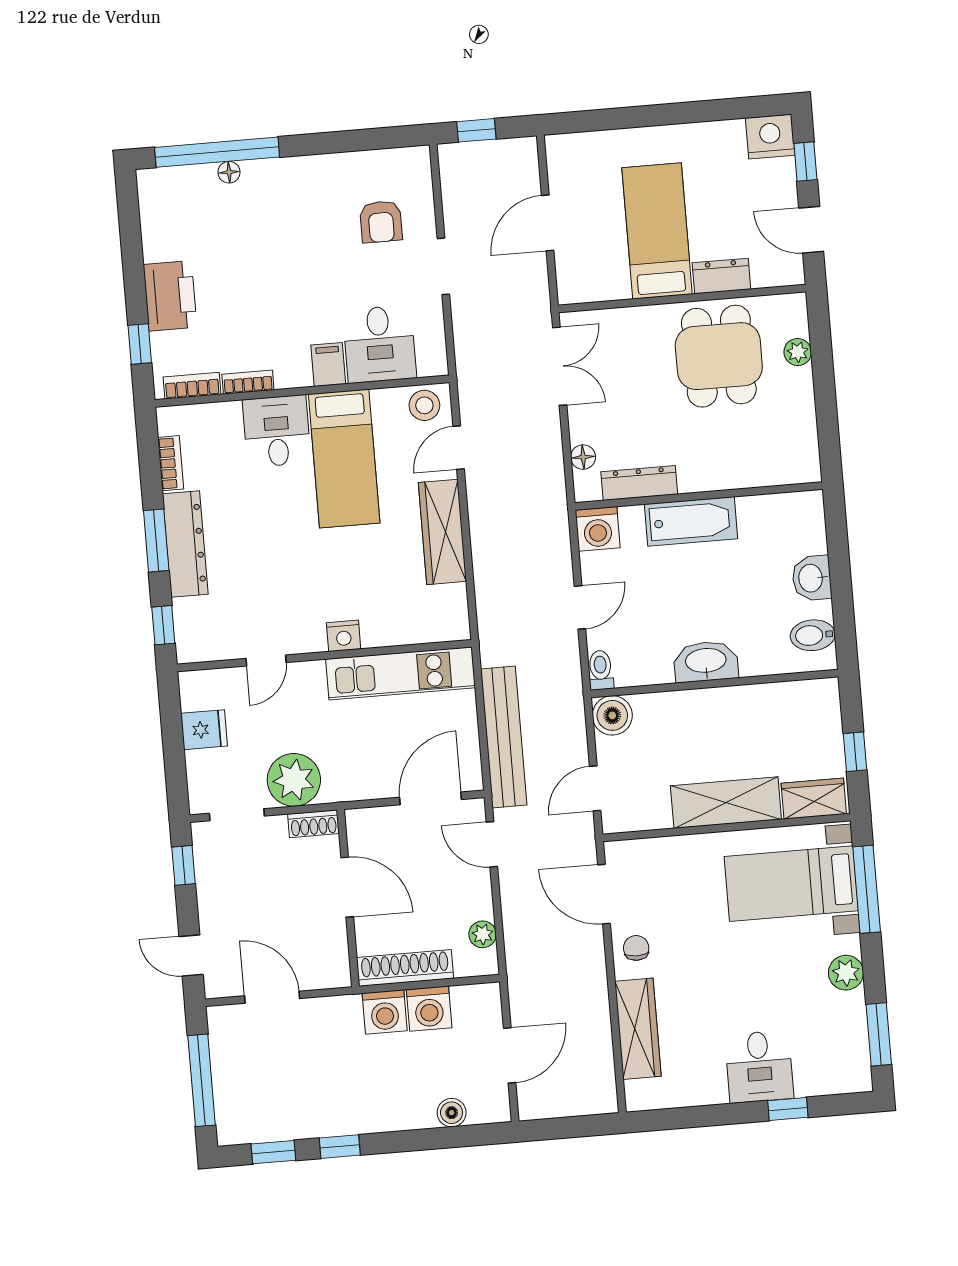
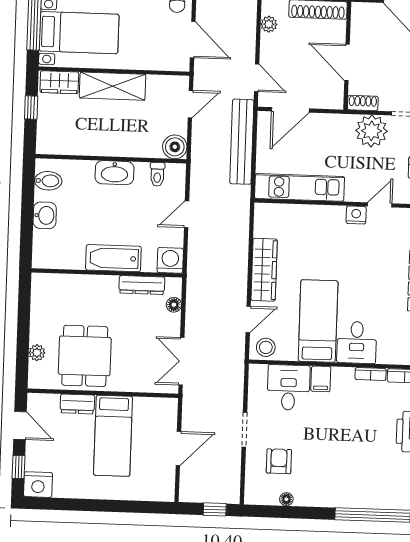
floor lamp: (229, 172) -> (286, 499), moved
nightstand: (344, 636) -> (356, 215), moved
toilet: (601, 670) -> (157, 174), moved

